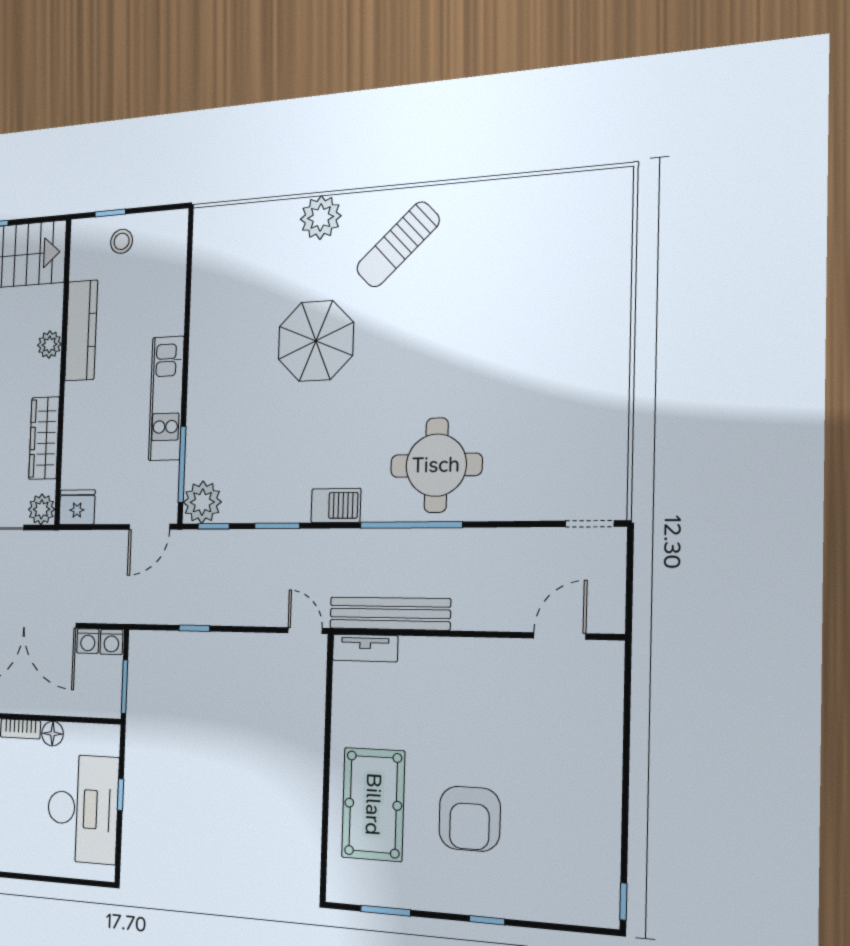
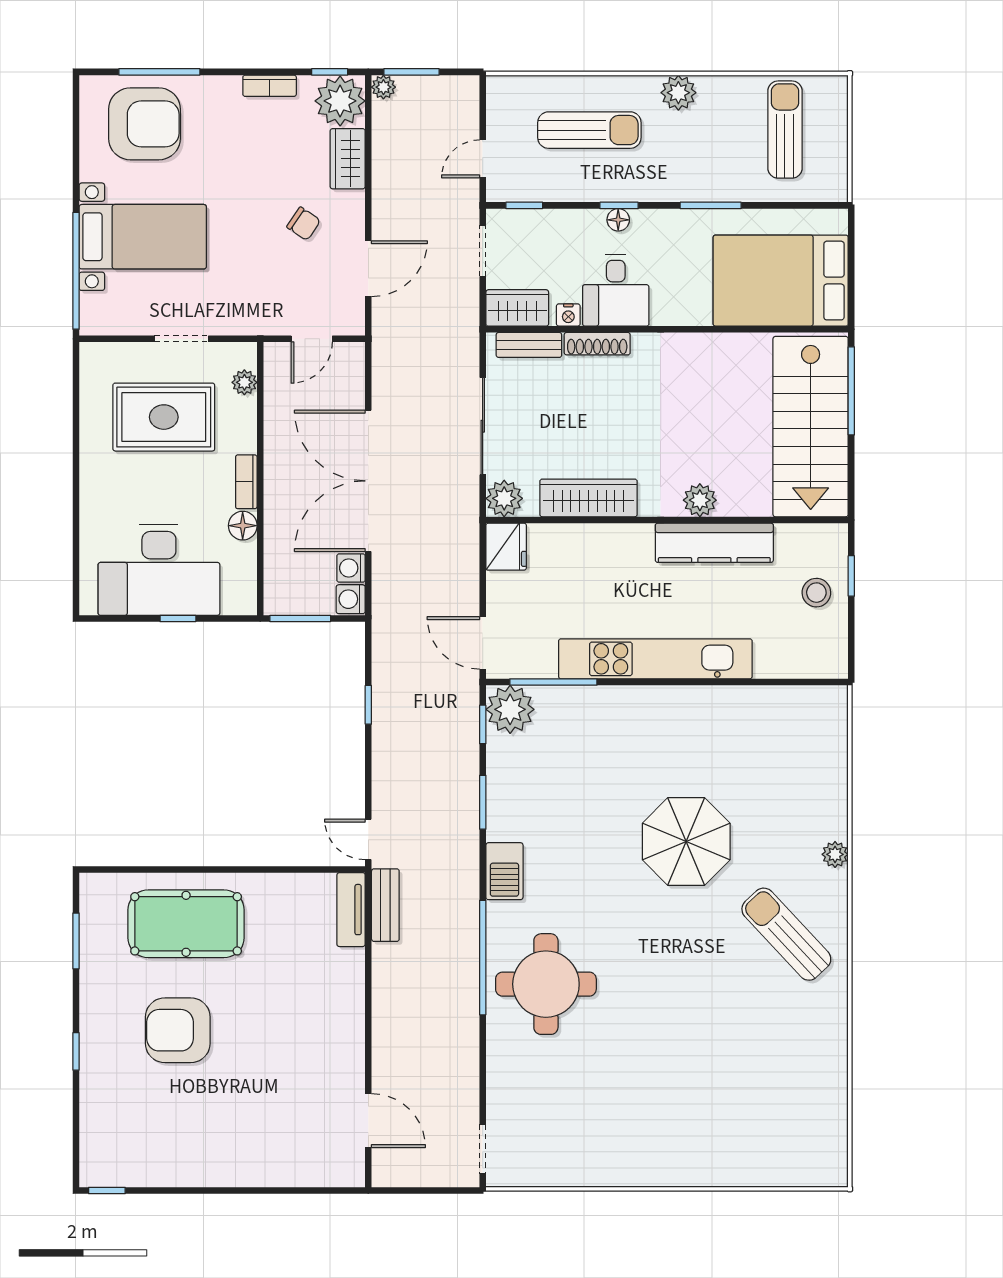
plant: (321, 218) -> (835, 854), width x0.53, depth x0.53
kitchen unit: (166, 398) -> (655, 659), width x1.36
bench: (390, 614) -> (385, 905), width x0.54, depth x0.82
door: (305, 631) -> (368, 839), swing flipped

